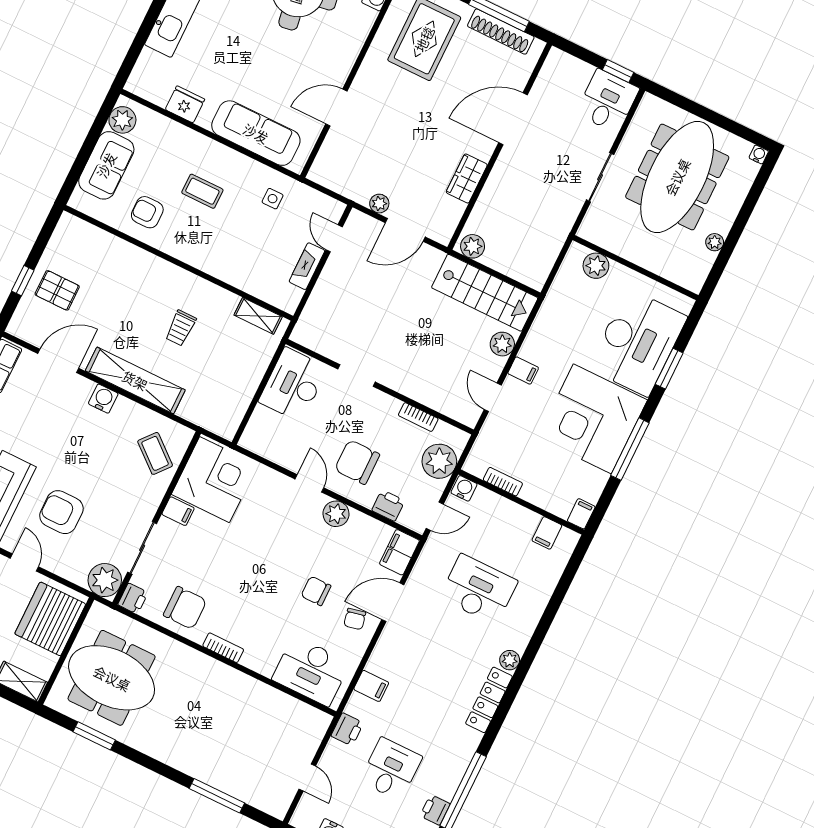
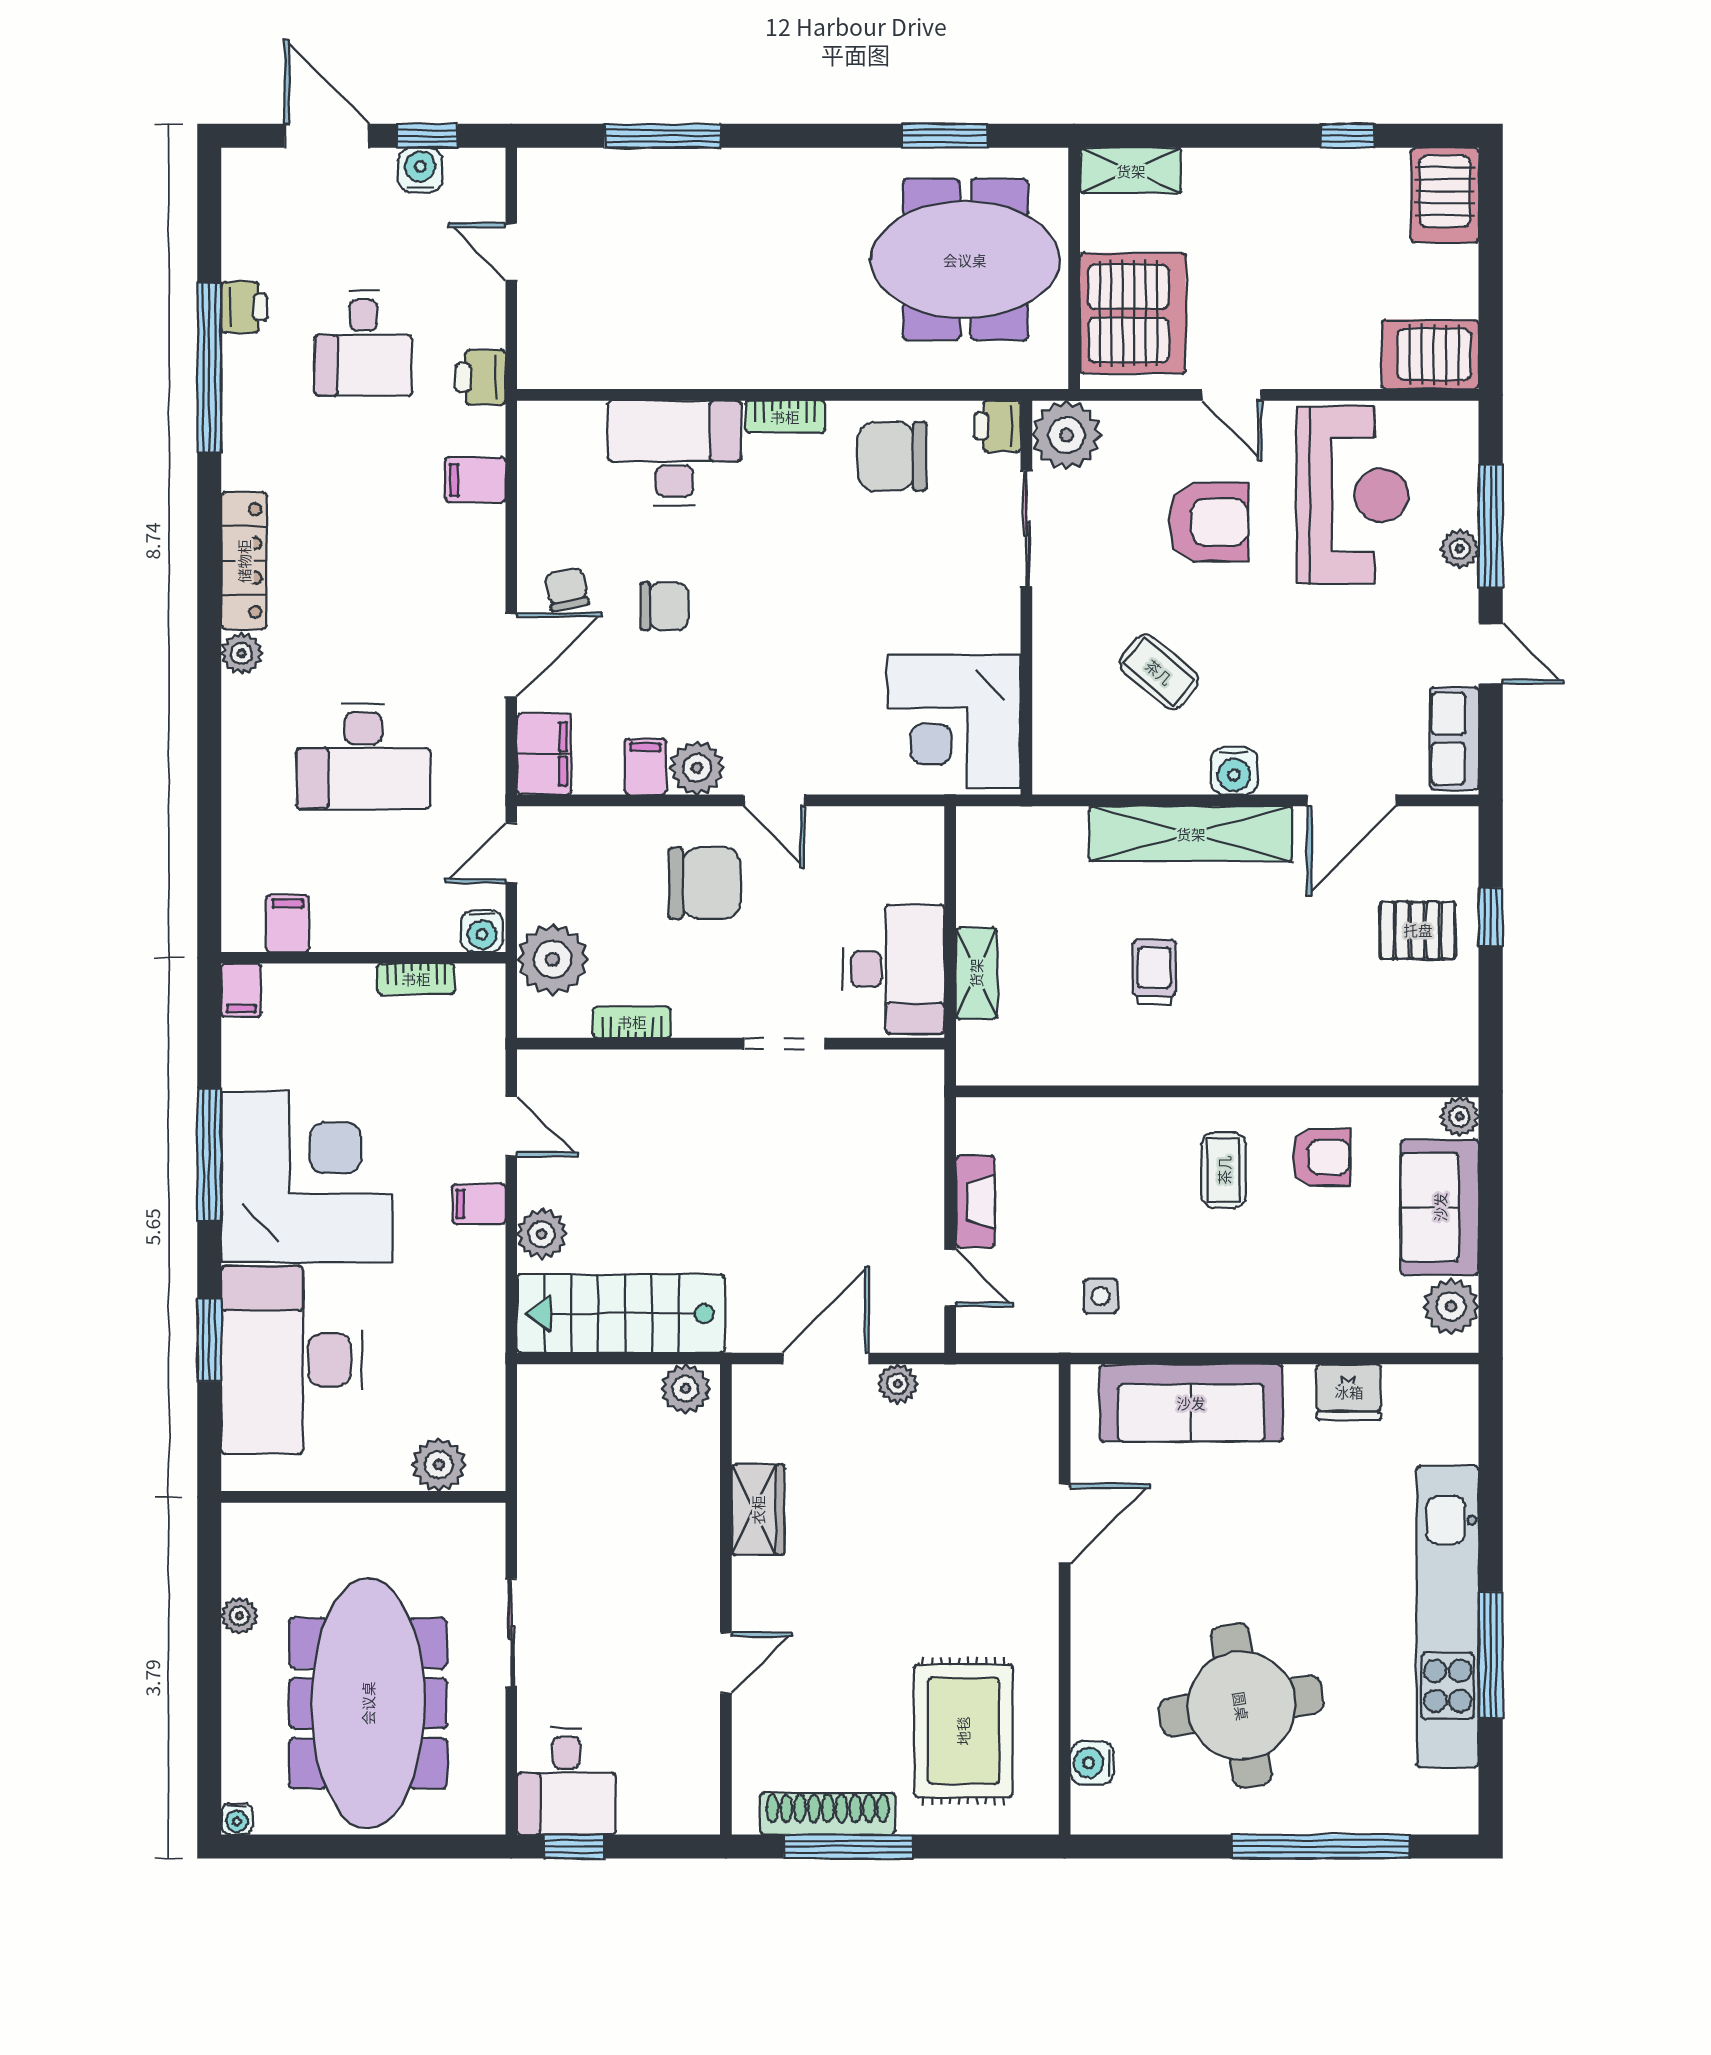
door: (513, 119) -> (726, 1663), width x0.53
coffee table: (202, 191) -> (1224, 1170), moved, turned 90
plant: (79, 201) -> (1459, 1117), added
shelving: (258, 316) -> (976, 973), moved, turned 90
coffee table: (155, 453) -> (1159, 672), moved
printer: (388, 506) -> (607, 831), removed
filing cabinet: (178, 511) -> (646, 767), moved, turned 90
desk: (311, 671) -> (675, 453), moved

